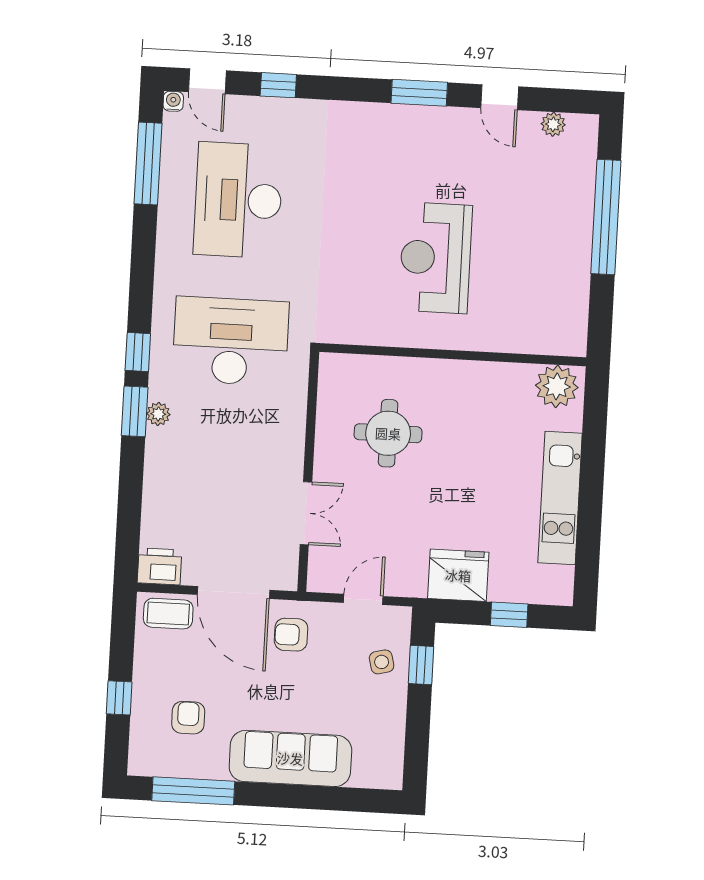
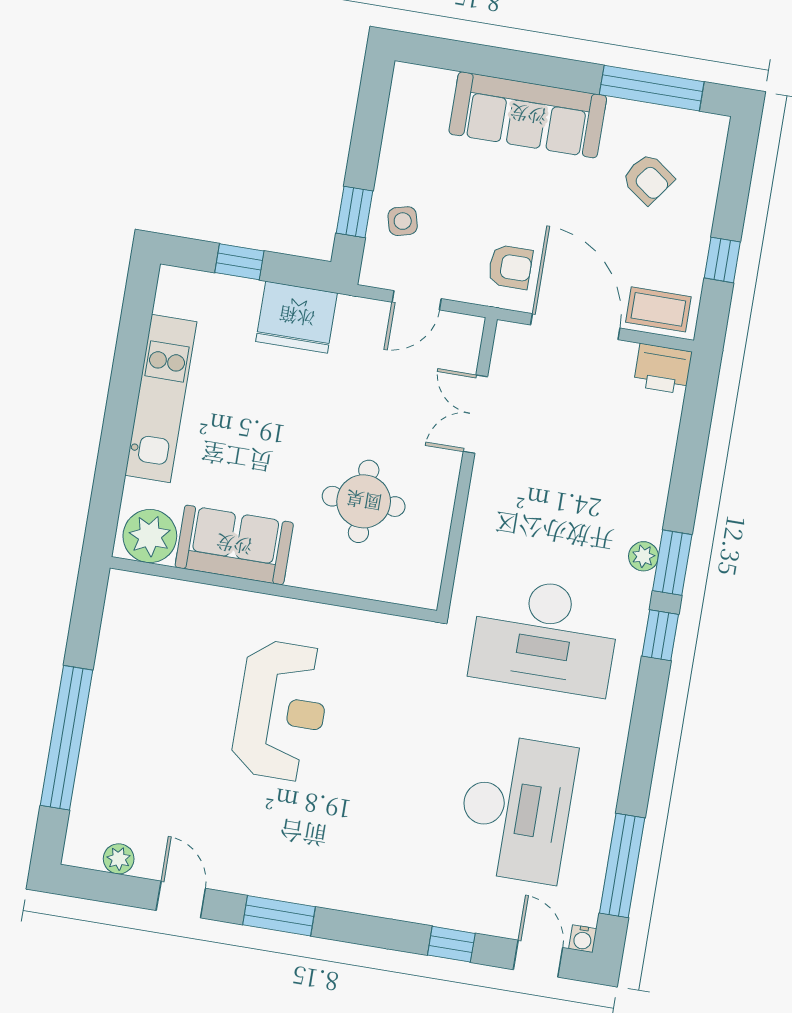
sofa: (488, 387) -> (234, 545), added
window: (119, 698) -> (722, 260), moved
armchair: (188, 718) -> (648, 179), turned -54

